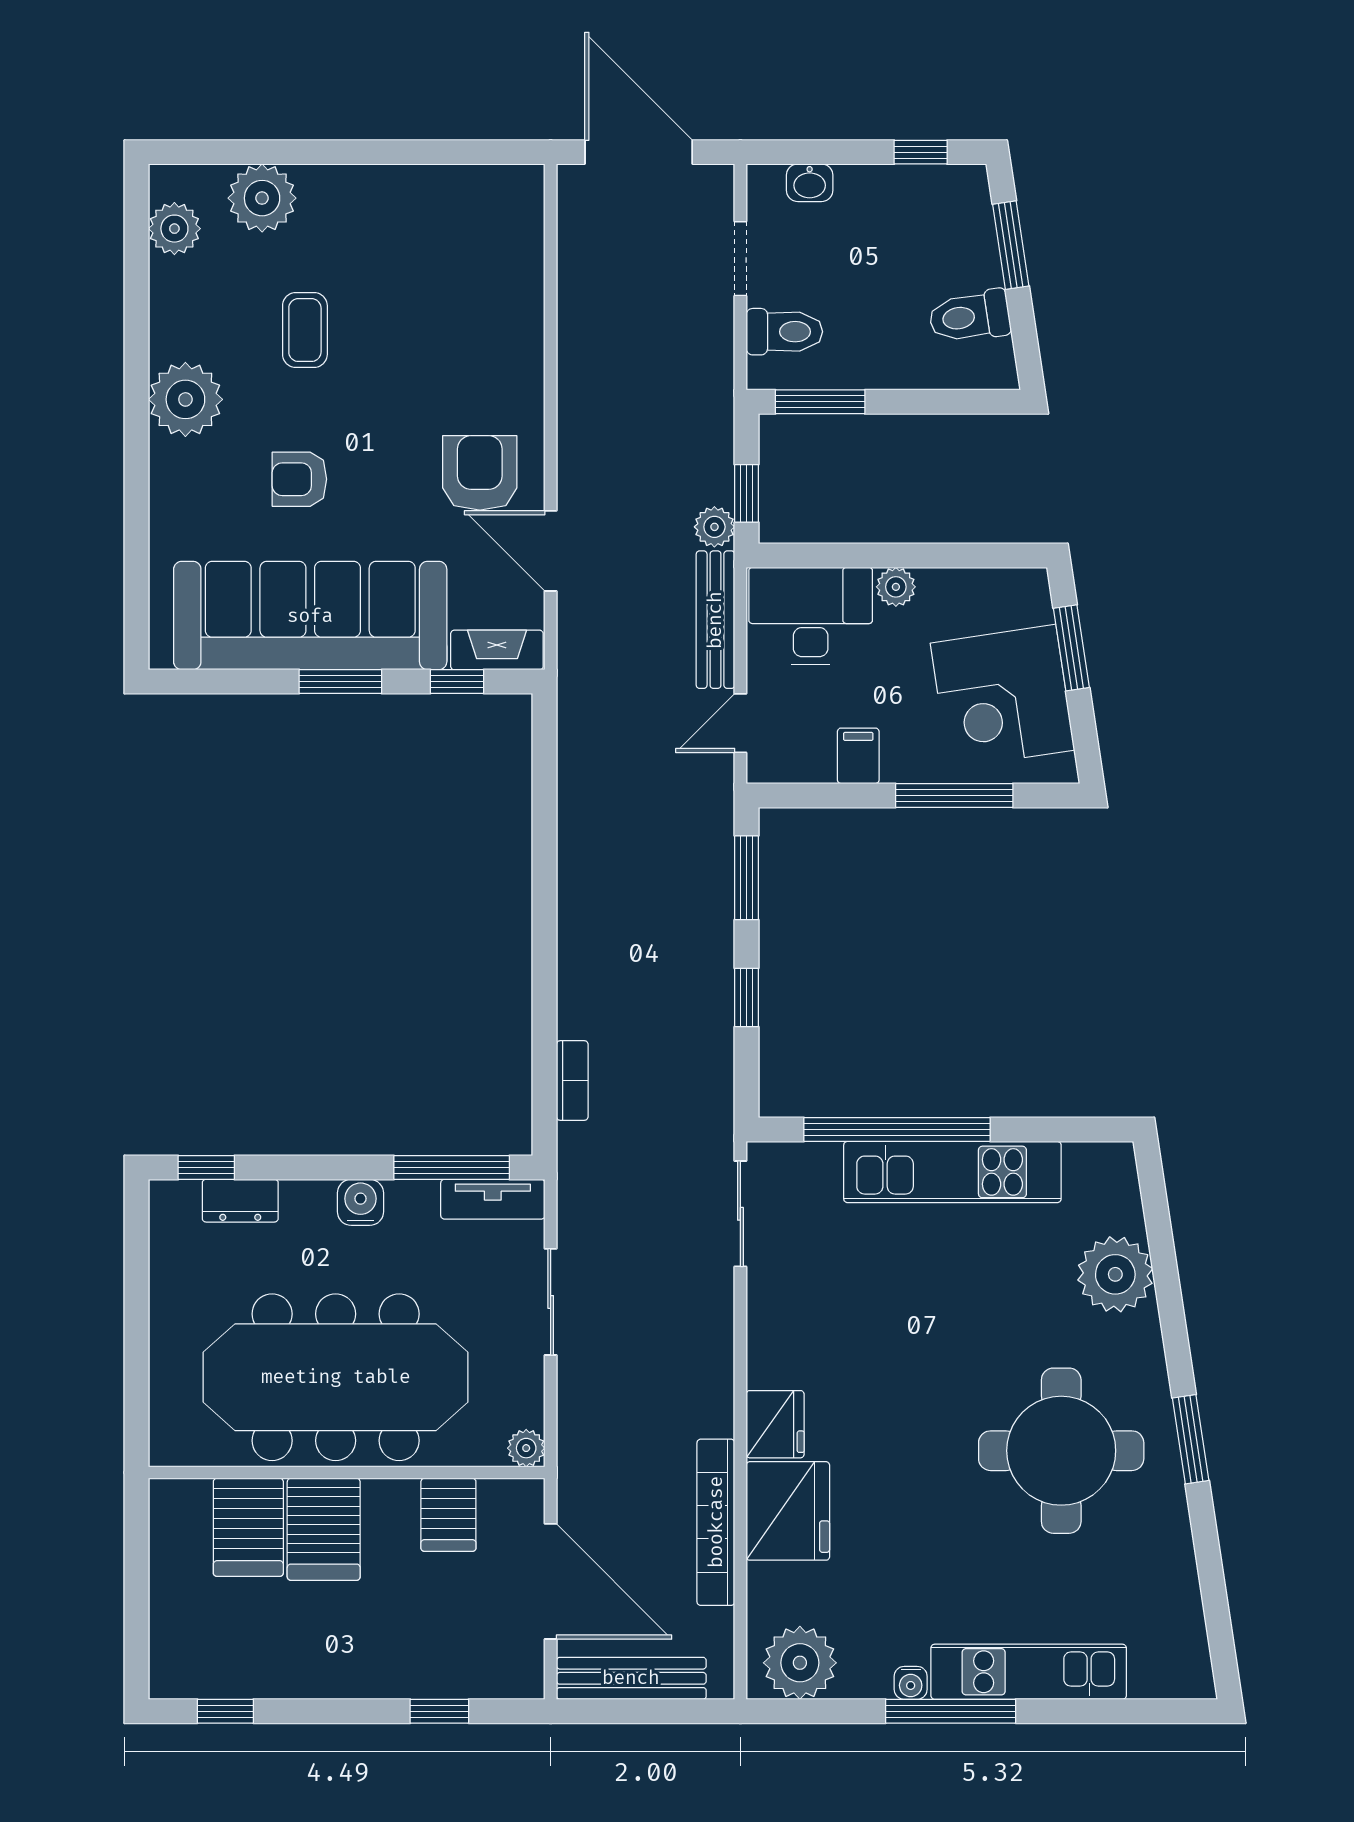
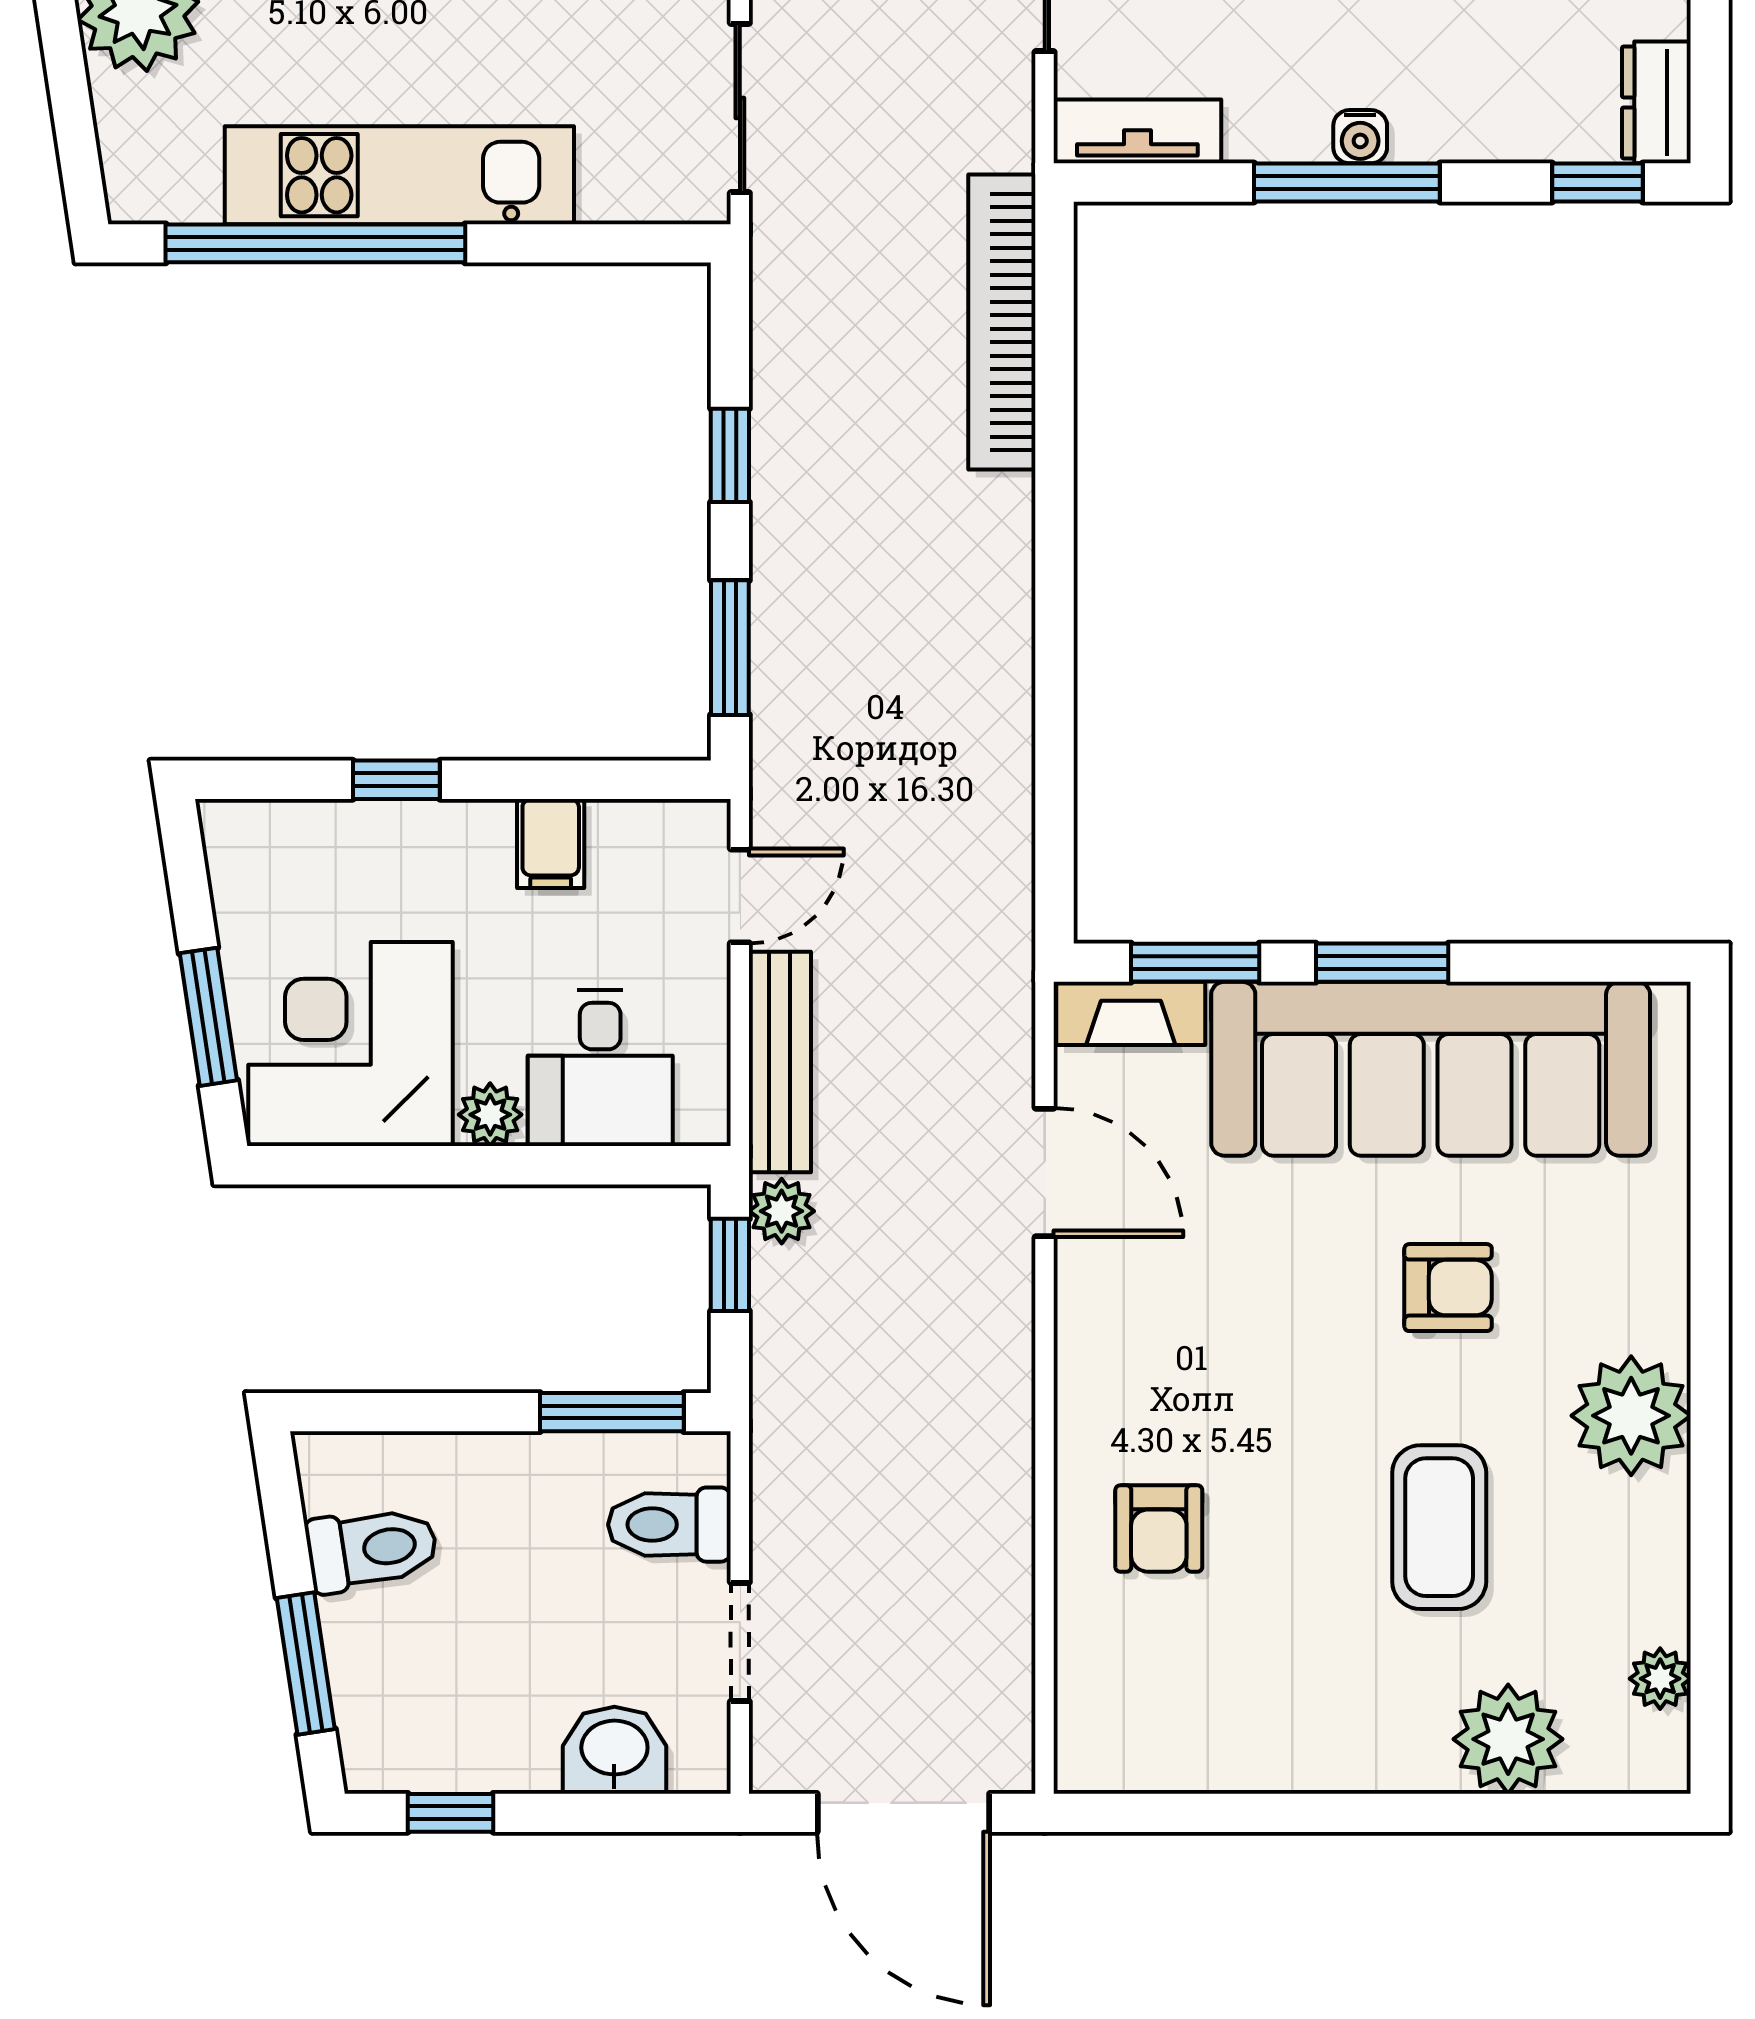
washbasin: (810, 183) -> (614, 1750), width x1.38, depth x1.45
plant: (174, 229) -> (1660, 1679), width x0.73, depth x0.73
coffee table: (305, 330) -> (1439, 1527), width x1.36, depth x1.30
armchair: (480, 473) -> (1159, 1529), moved, width x0.72, depth x0.72
desk: (811, 616) -> (600, 1068), width x0.73
window: (457, 682) -> (1195, 963), width x1.50
corner desk: (1002, 697) -> (351, 1044), moved, turned -81
window: (954, 795) -> (396, 780), width x0.46
bookcase: (572, 1081) -> (1002, 322), width x2.31, depth x1.31
window: (897, 1129) -> (315, 243), moved
window: (452, 1167) -> (1347, 182), moved
dresser: (240, 1201) -> (1656, 102), moved, turned -90
water cooler: (360, 1202) -> (1360, 137), width x0.72, depth x0.72

